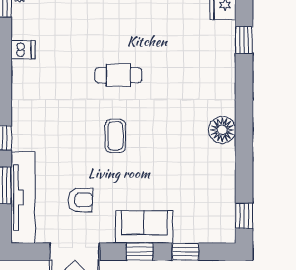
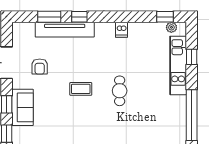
dishwasher: (23, 50) -> (121, 30), moved
tv unit: (23, 197) -> (65, 30), moved

